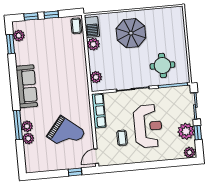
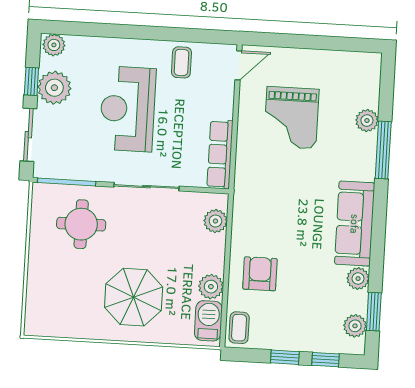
armchair: (70, 54) -> (260, 274), added
plant: (27, 126) -> (358, 279), moved
grand piano: (66, 134) -> (291, 118), turned -129
coffee table: (122, 138) -> (181, 62), moved
window: (75, 172) -> (285, 41), removed

